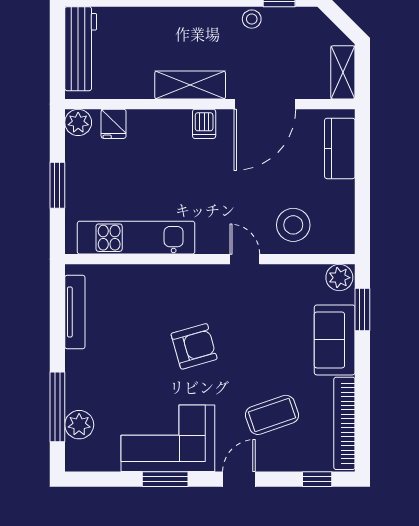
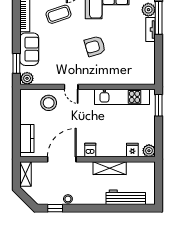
workbench: (81, 49) -> (126, 197), moved, turned 90
shelving: (190, 85) -> (110, 168), moved
window: (57, 185) -> (159, 105), moved
tv unit: (75, 312) -> (150, 30), moved, width x0.71

